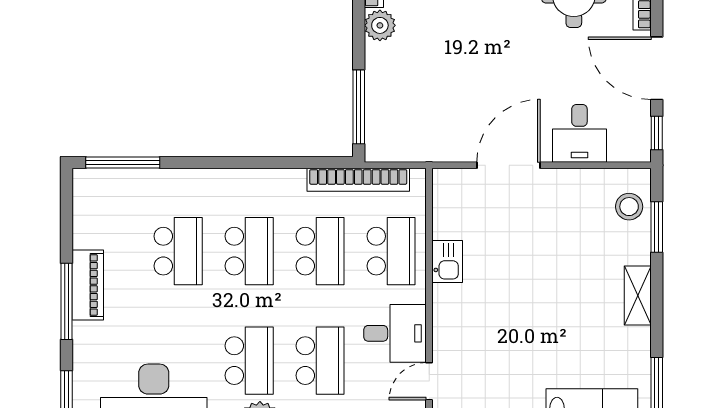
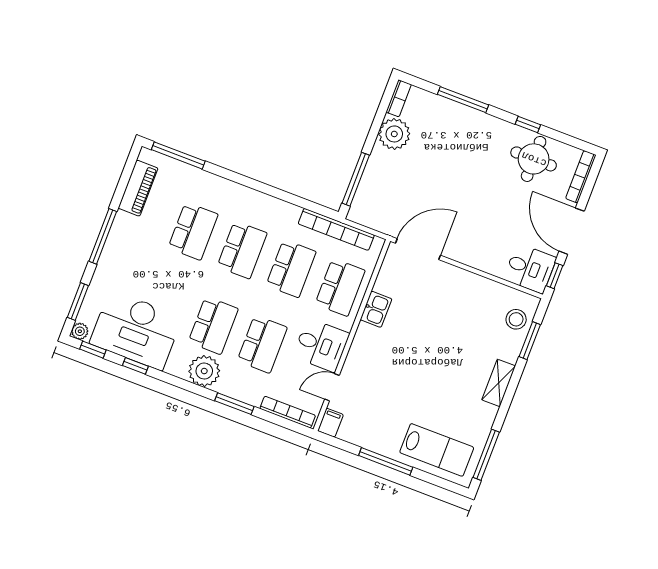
plant: (380, 25) -> (394, 134), width x1.36, depth x1.36
desk: (579, 133) -> (530, 268), moved, turned -90
door: (508, 165) -> (418, 249), moved
piano: (88, 285) -> (138, 188), moved

